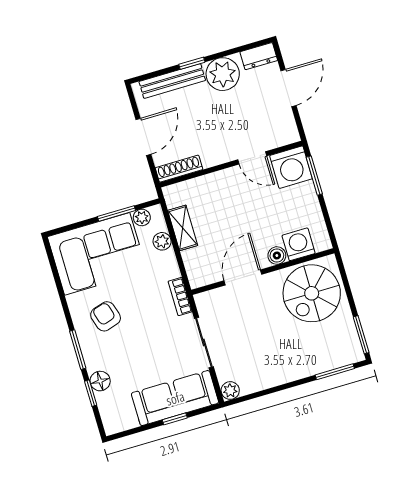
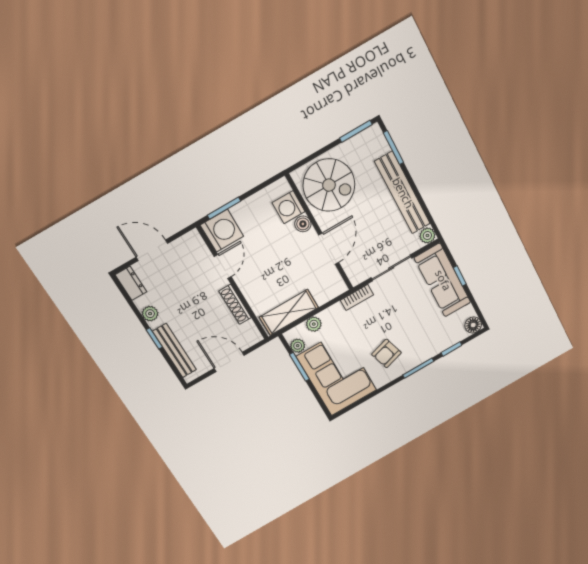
plant: (223, 74) -> (150, 314), width x0.53, depth x0.53
shoe rack: (179, 169) -> (235, 304), moved
shelving: (183, 228) -> (289, 312), width x1.50, depth x1.33
door: (243, 277) -> (329, 249), swing flipped
bench: (284, 372) -> (403, 193), added
floor lamp: (100, 381) -> (473, 325), moved

